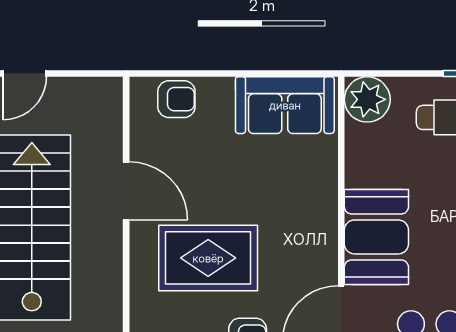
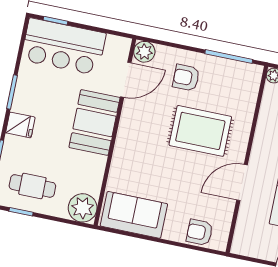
door: (126, 191) -> (242, 183), hinge flipped

